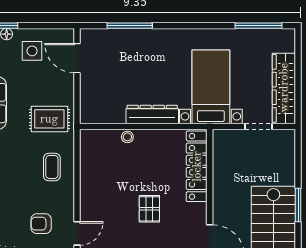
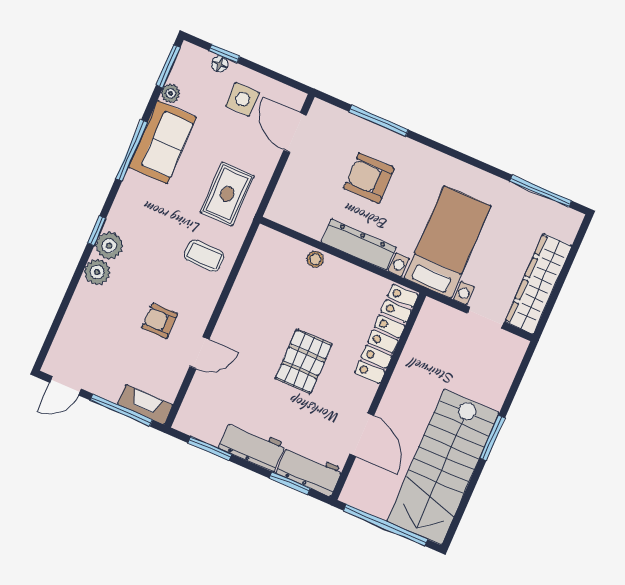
armchair: (140, 67) -> (369, 178), added
rug: (49, 119) -> (227, 194), turned 90
coffee table: (52, 167) -> (204, 256), turned 90
pallet: (149, 209) -> (304, 361), width x1.50, depth x1.42

